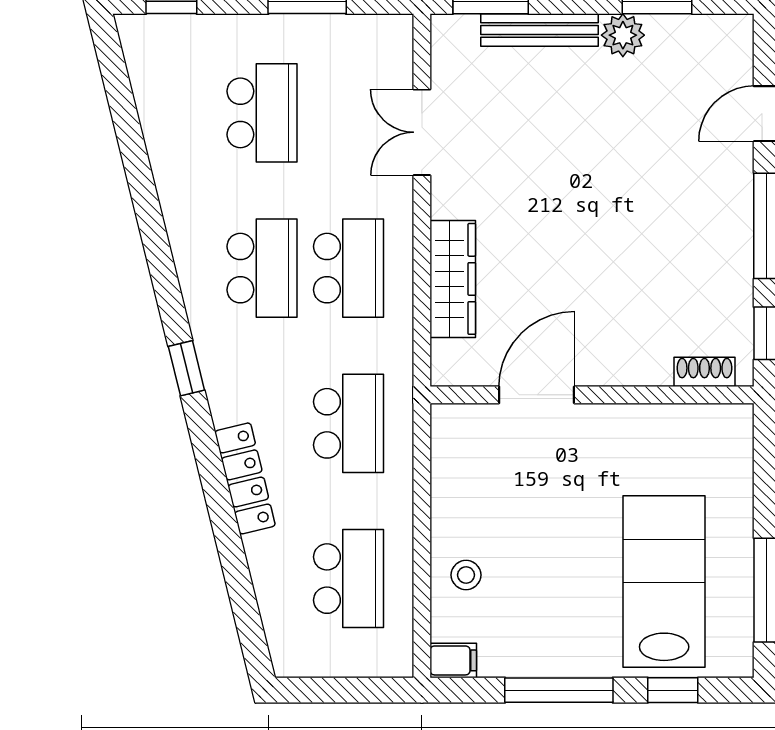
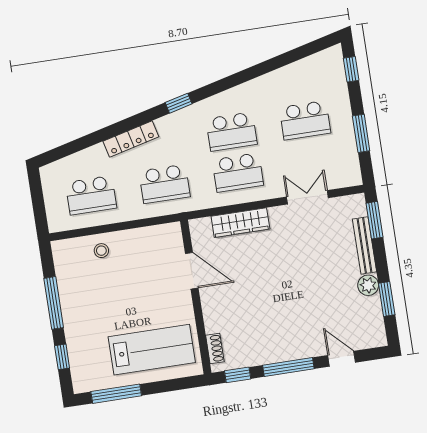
lab bench: (664, 582) -> (152, 350), moved
filing cabinet: (453, 660) -> (60, 251), removed

